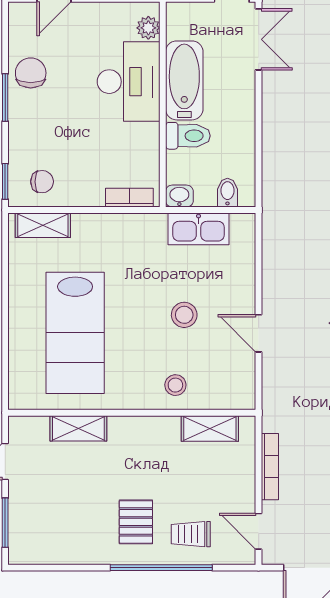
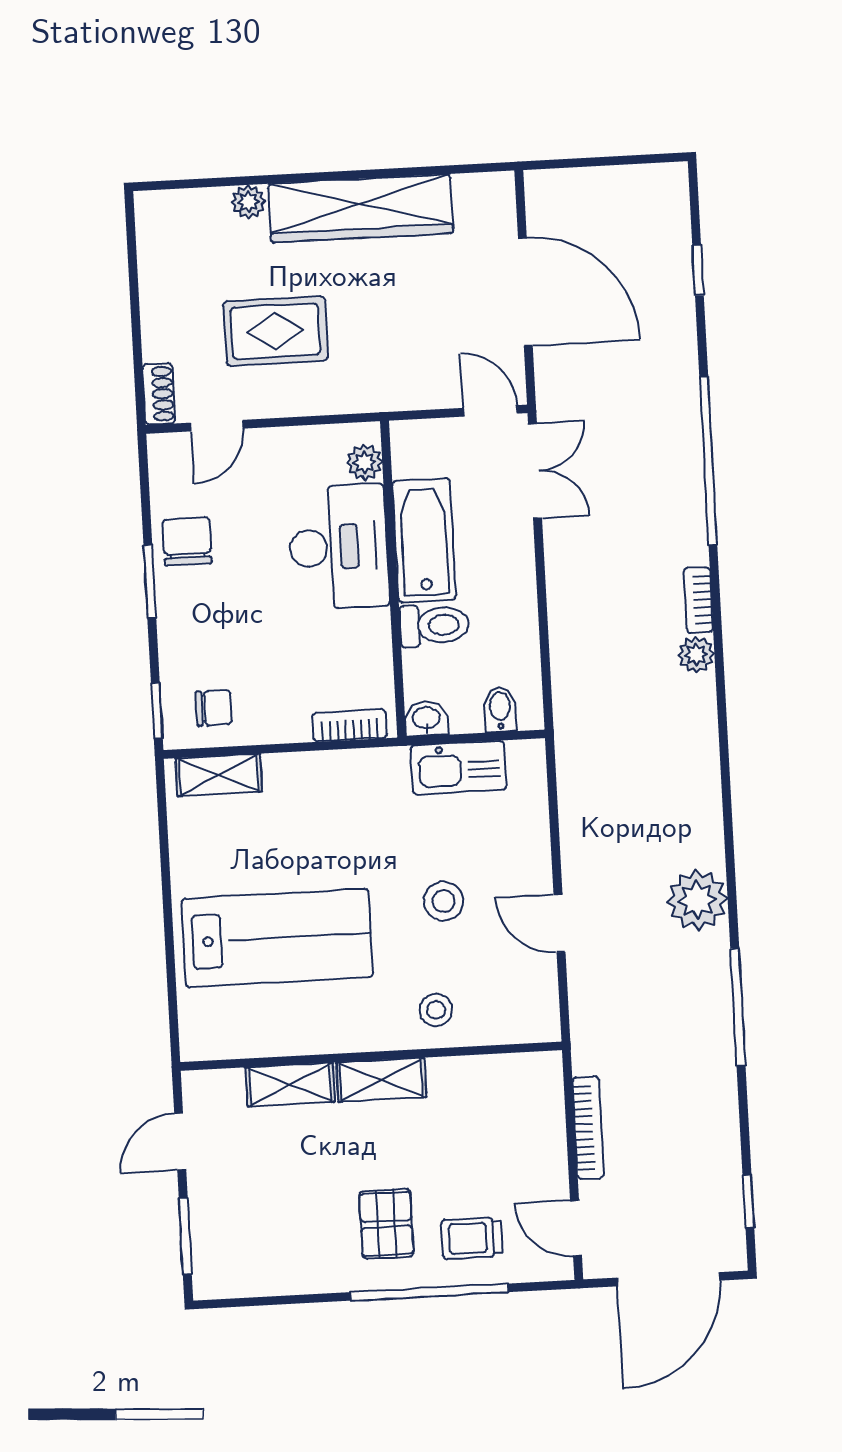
lab bench: (75, 333) -> (277, 938), turned -90
shelving: (210, 428) -> (381, 1080), moved

